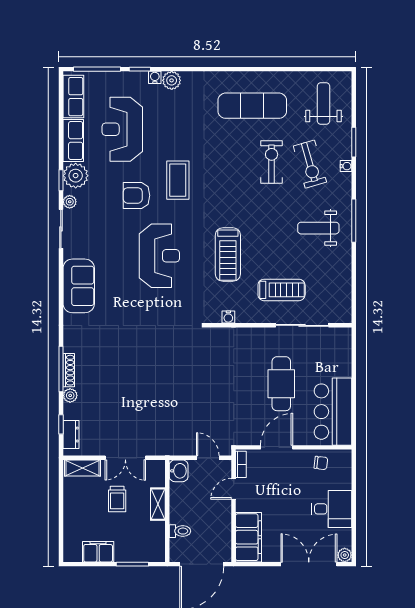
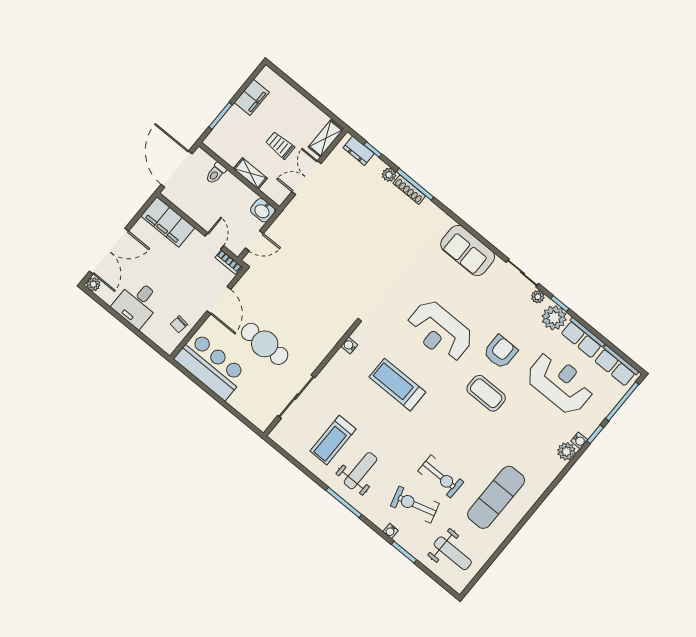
treadmill: (282, 290) -> (333, 440), moved

